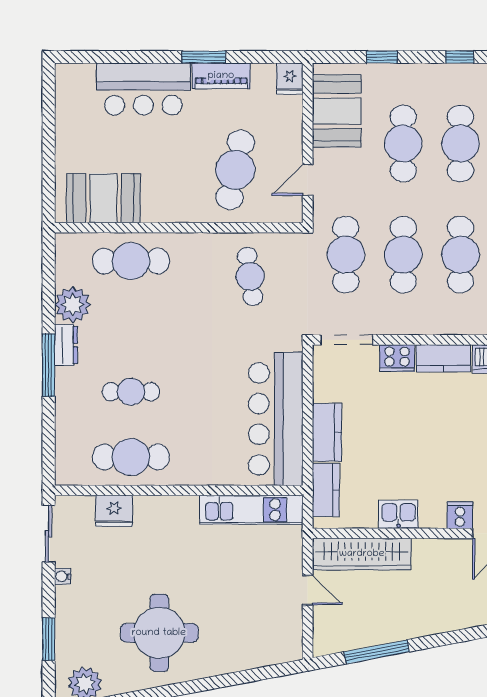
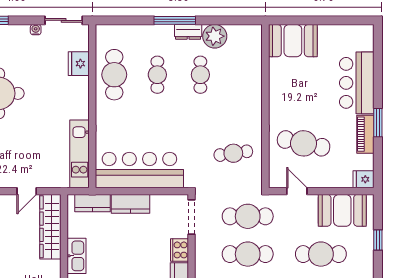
booth: (103, 198) -> (293, 41), moved, turned 90
cafe table: (131, 261) -> (200, 75), moved, width x0.73, depth x0.74
kitchen sink: (398, 514) -> (77, 256), width x1.38

